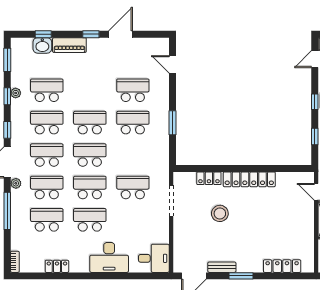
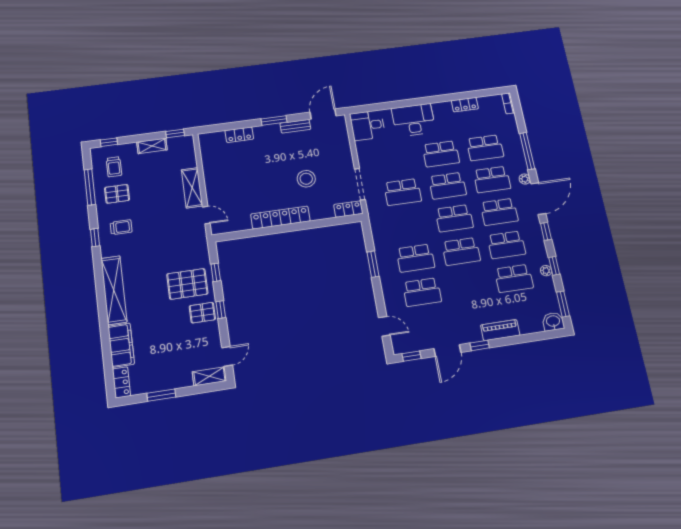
window: (43, 34) -> (412, 356), moved
washbasin: (42, 45) -> (553, 322), moved
locker: (209, 178) -> (348, 209), moved
locker: (282, 266) -> (239, 135), width x0.66

